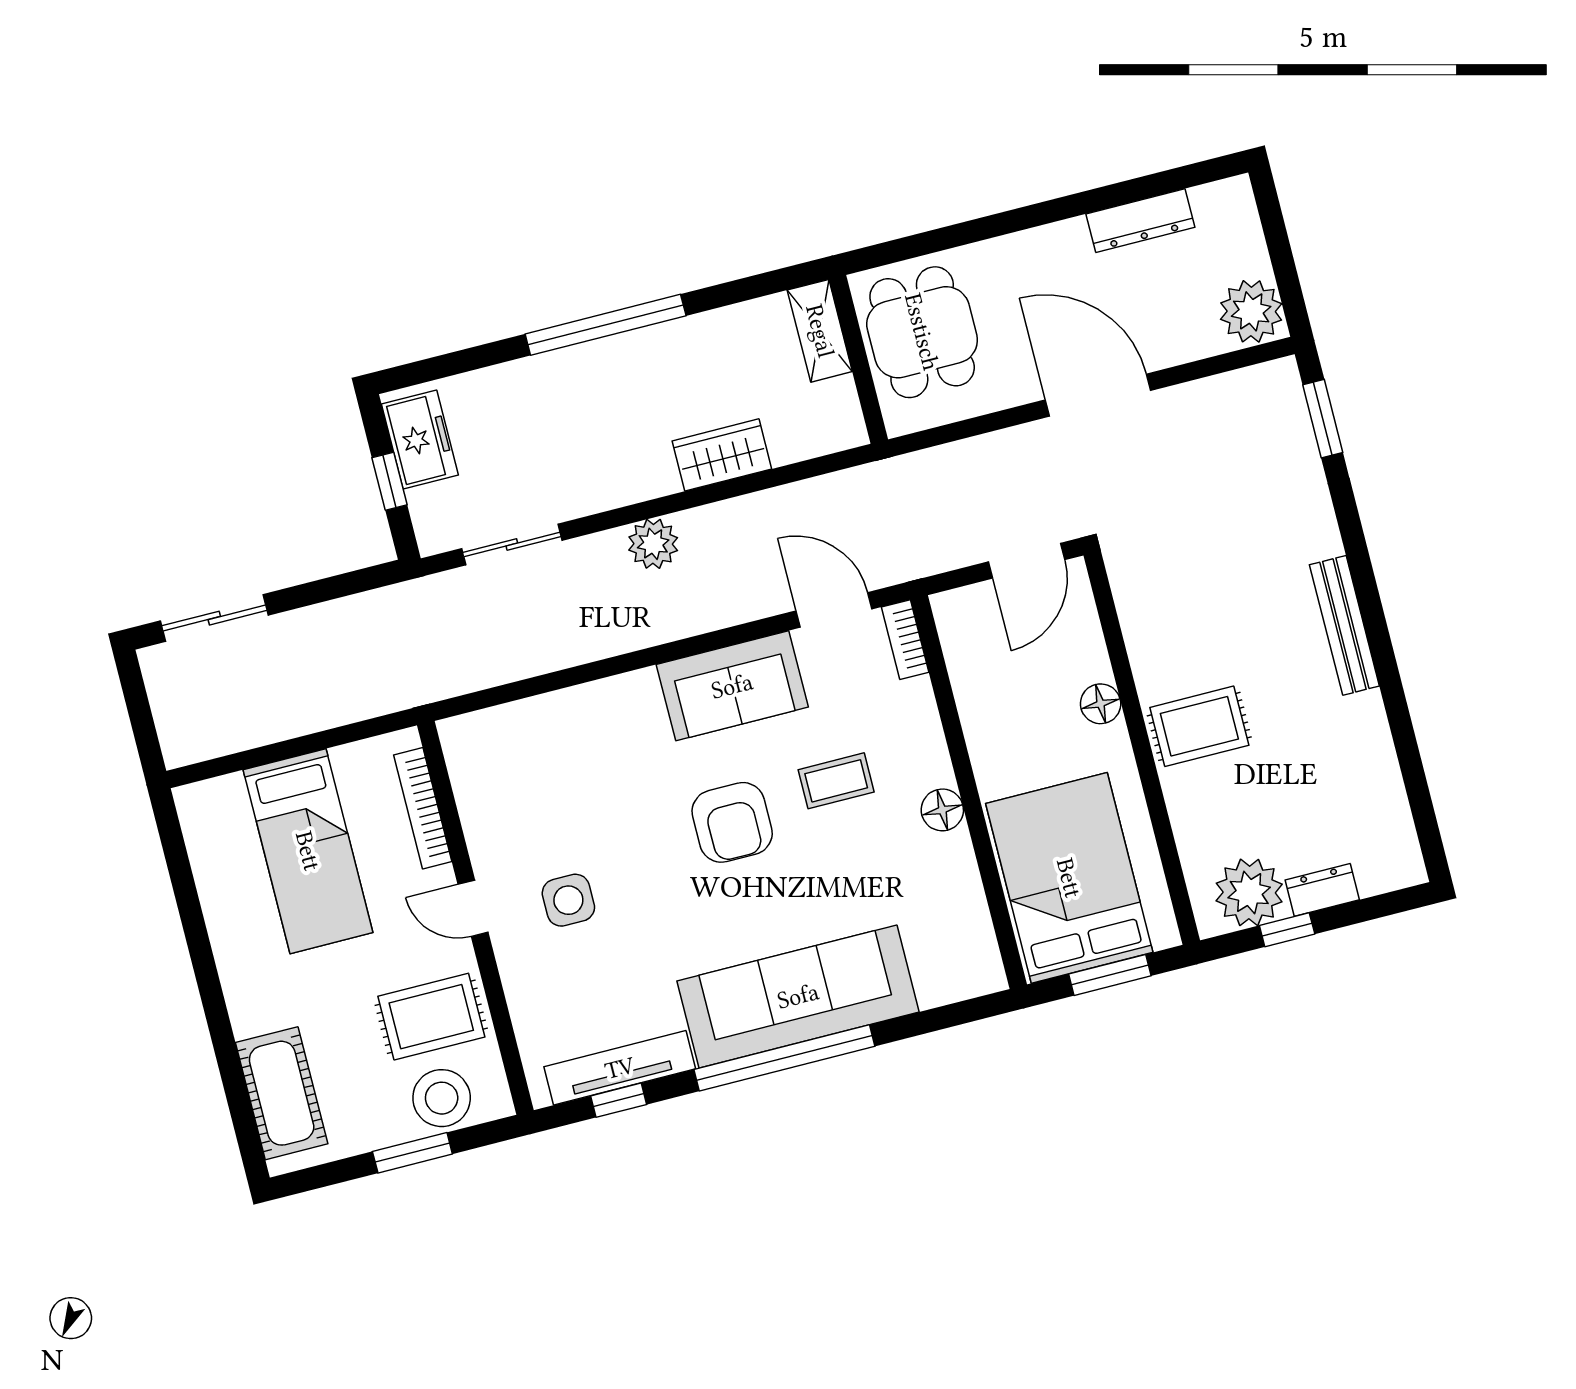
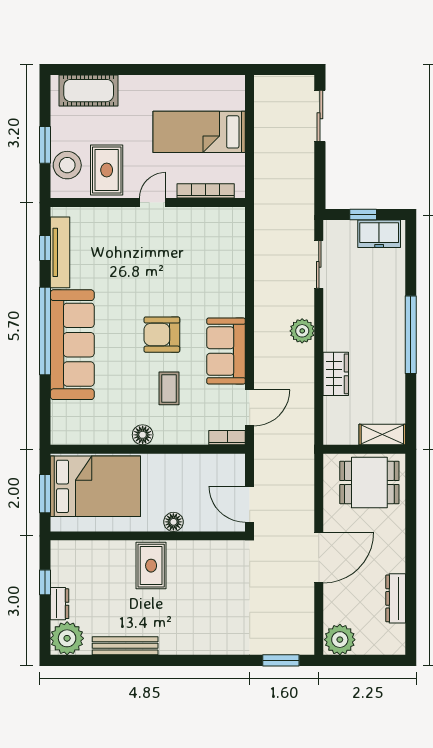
bench: (1344, 625) -> (125, 646), moved
plant: (1249, 892) -> (67, 638), moved
side table: (568, 900) -> (145, 248), removed

